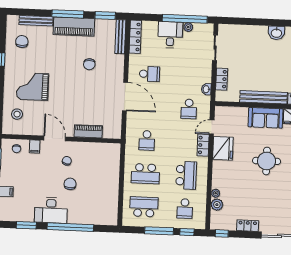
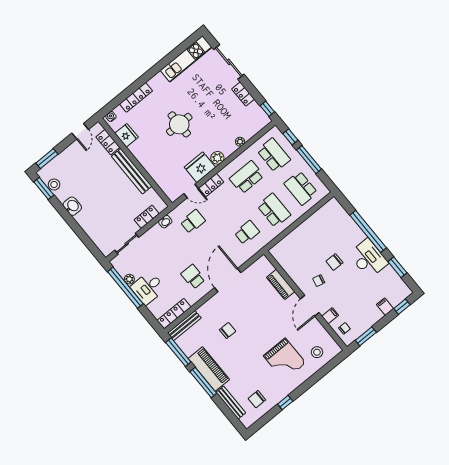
window: (105, 15) -> (178, 352), width x1.44
sofa: (266, 118) -> (146, 155), removed
plant: (217, 205) -> (217, 158), moved
school desk: (185, 209) -> (274, 155), width x1.85

